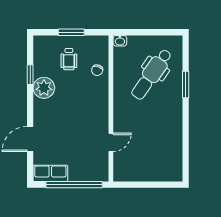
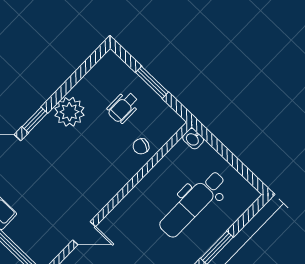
dental chair: (152, 74) -> (192, 204), turned -35
window: (30, 75) -> (35, 120), moved

